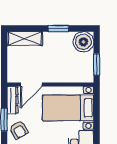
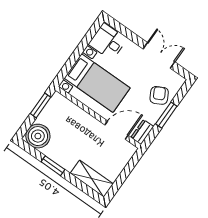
dresser: (12, 100) -> (142, 132), width x0.70

